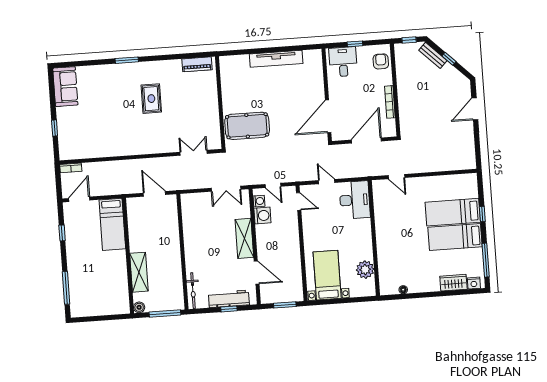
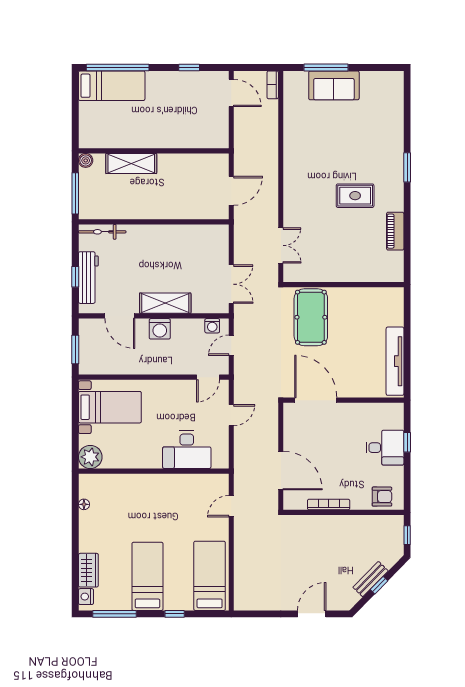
window: (355, 44) -> (407, 442), moved
bench: (433, 55) -> (371, 579), moved
piano: (197, 64) -> (395, 231), moved
sofa: (65, 87) -> (334, 85), moved
wall: (327, 95) -> (343, 400), moved
door: (475, 109) -> (312, 614), hinge flipped
door: (328, 116) -> (316, 400), moved
window: (55, 128) -> (326, 68), width x2.17
double door: (226, 189) -> (231, 284), swing flipped
desk: (355, 200) -> (187, 450), moved
bed: (453, 212) -> (210, 576), moved
washing machine: (262, 215) -> (160, 329), moved
bed: (112, 224) -> (112, 86), moved, turned 180
plant: (365, 270) -> (90, 457), moved
door: (257, 273) -> (120, 316), hinge flipped
window: (66, 288) -> (118, 68), width x1.46

